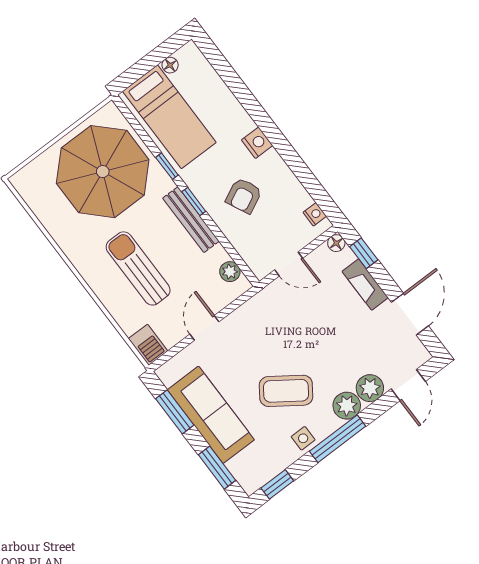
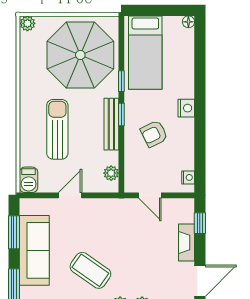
floor lamp: (170, 65) -> (188, 22), moved
plant: (22, 181) -> (27, 23), added
floor lamp: (336, 243) -> (188, 204), removed

